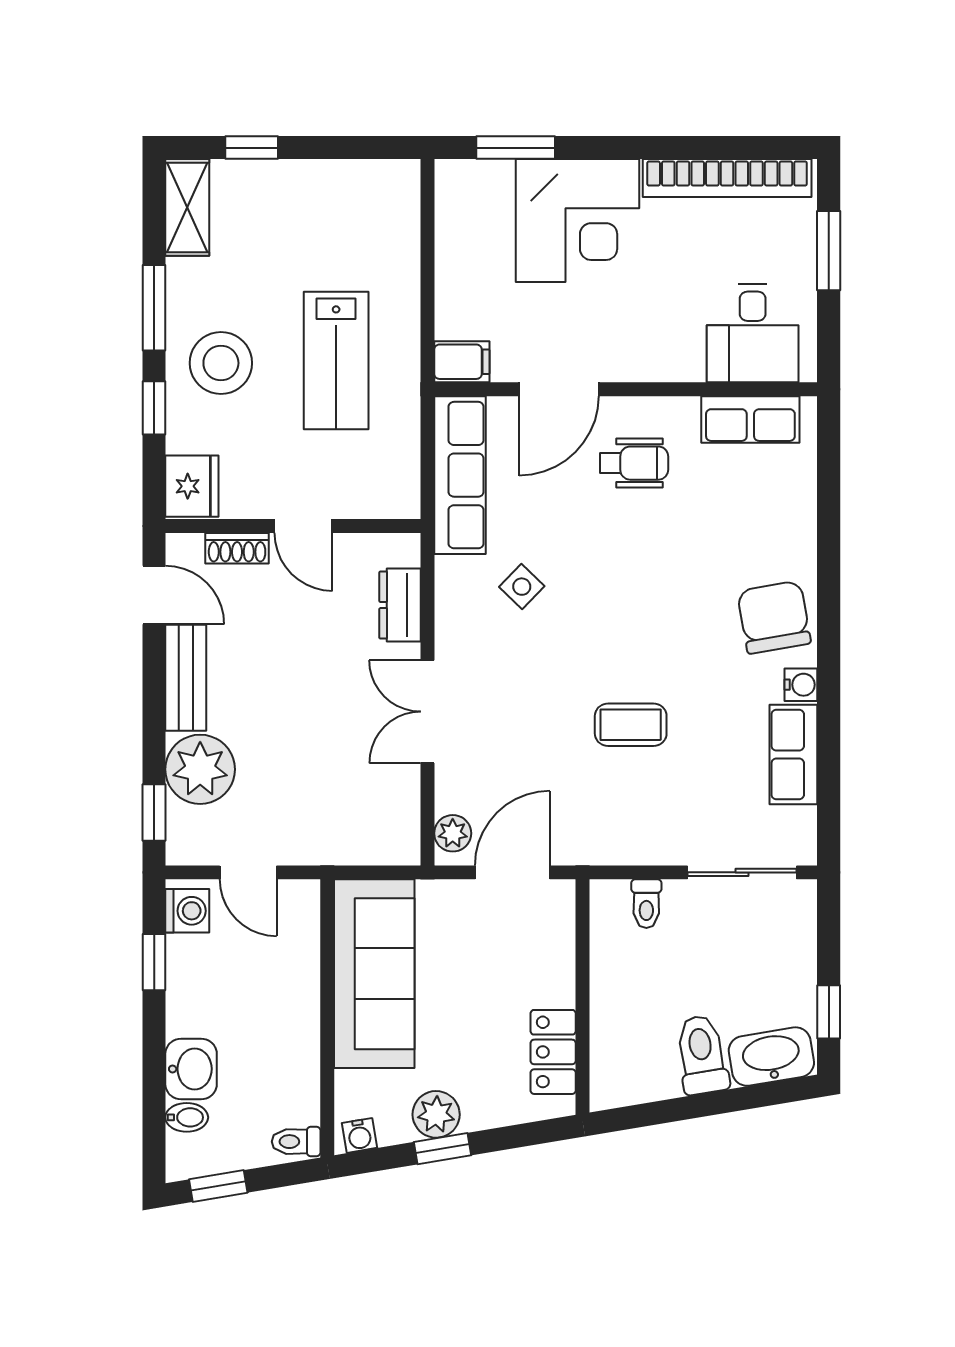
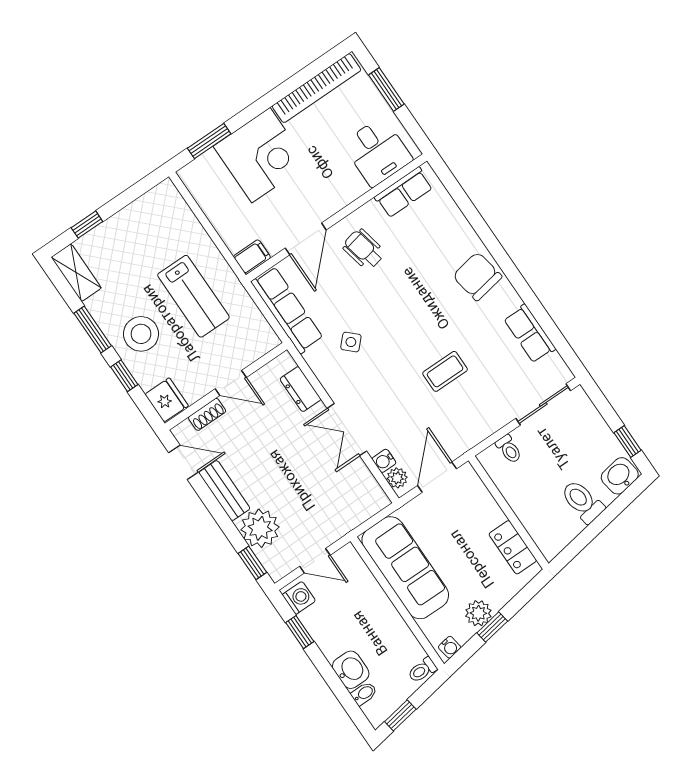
wheelchair: (634, 463) -> (364, 249), turned -102
water cooler: (801, 685) -> (384, 461), moved, turned 180
washbasin: (771, 1057) -> (620, 476), width x0.72

